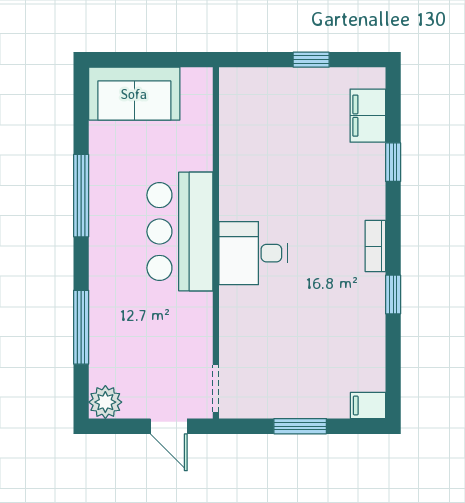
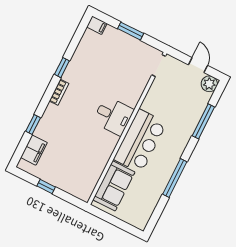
sofa: (134, 94) -> (114, 186), moved, turned 90
door: (169, 426) -> (198, 65), moved

